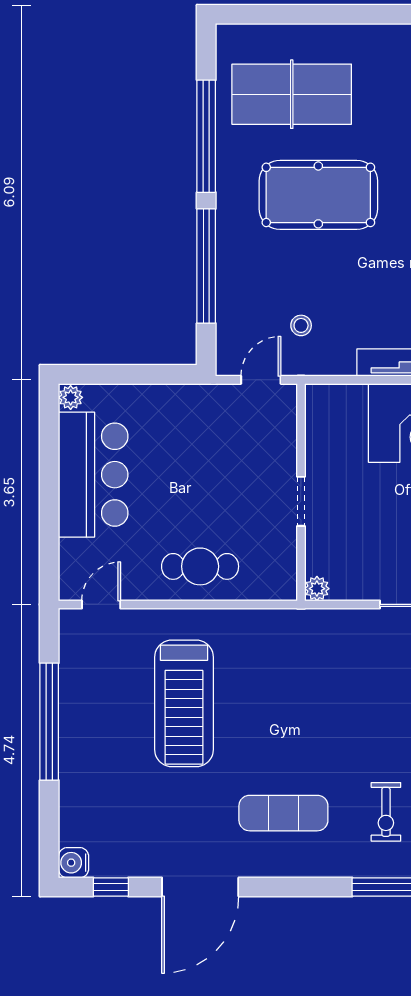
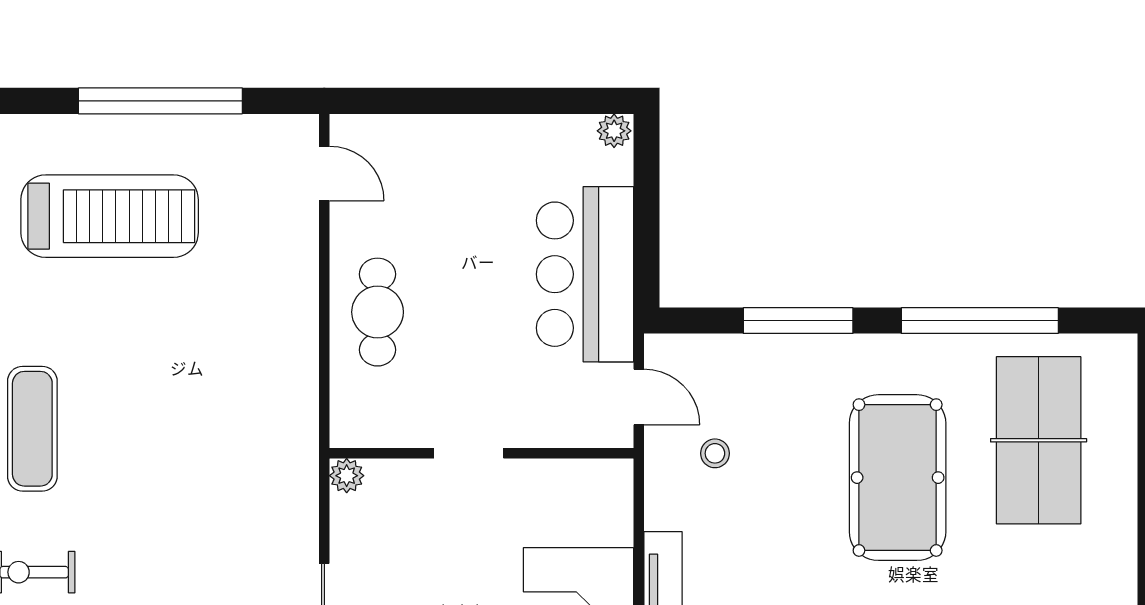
window: (206, 266) -> (798, 321), width x0.68
bar counter: (93, 475) -> (585, 274), moved, turned 90
treadmill: (184, 703) -> (110, 216), moved, turned 180

